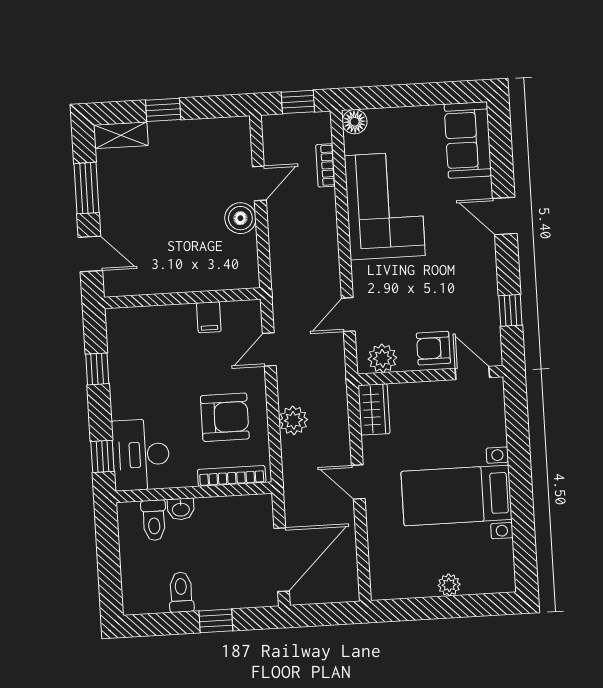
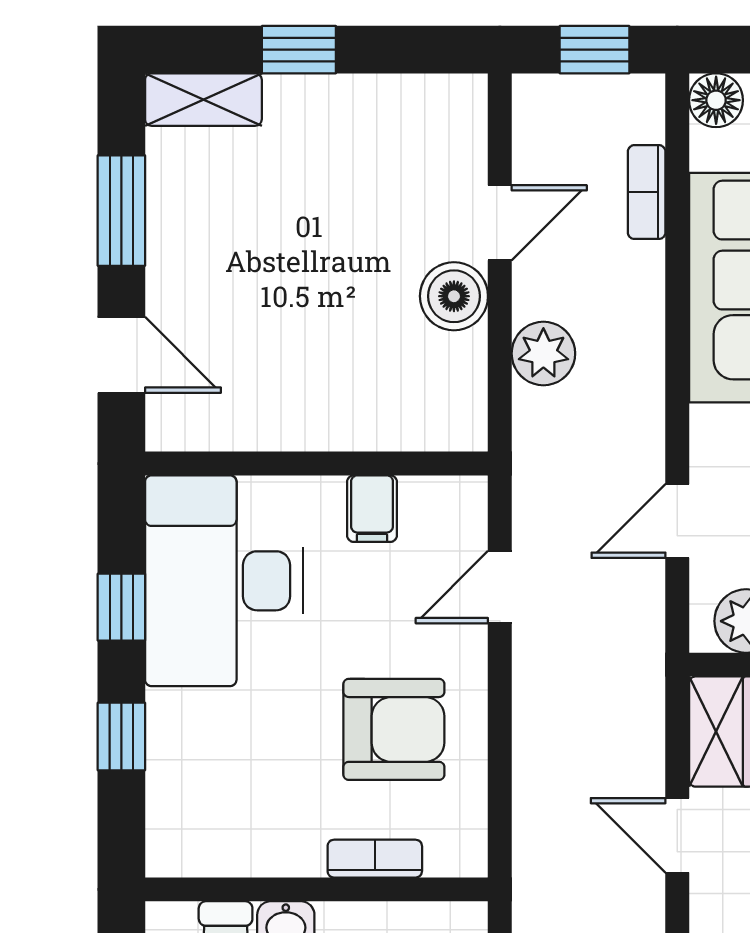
plant: (293, 420) -> (543, 353), moved
desk: (141, 455) -> (224, 581), moved, width x1.36, depth x1.30
window: (102, 456) -> (121, 737), moved
bookcase: (232, 476) -> (375, 859), width x0.64
door: (358, 482) -> (677, 835), moved

